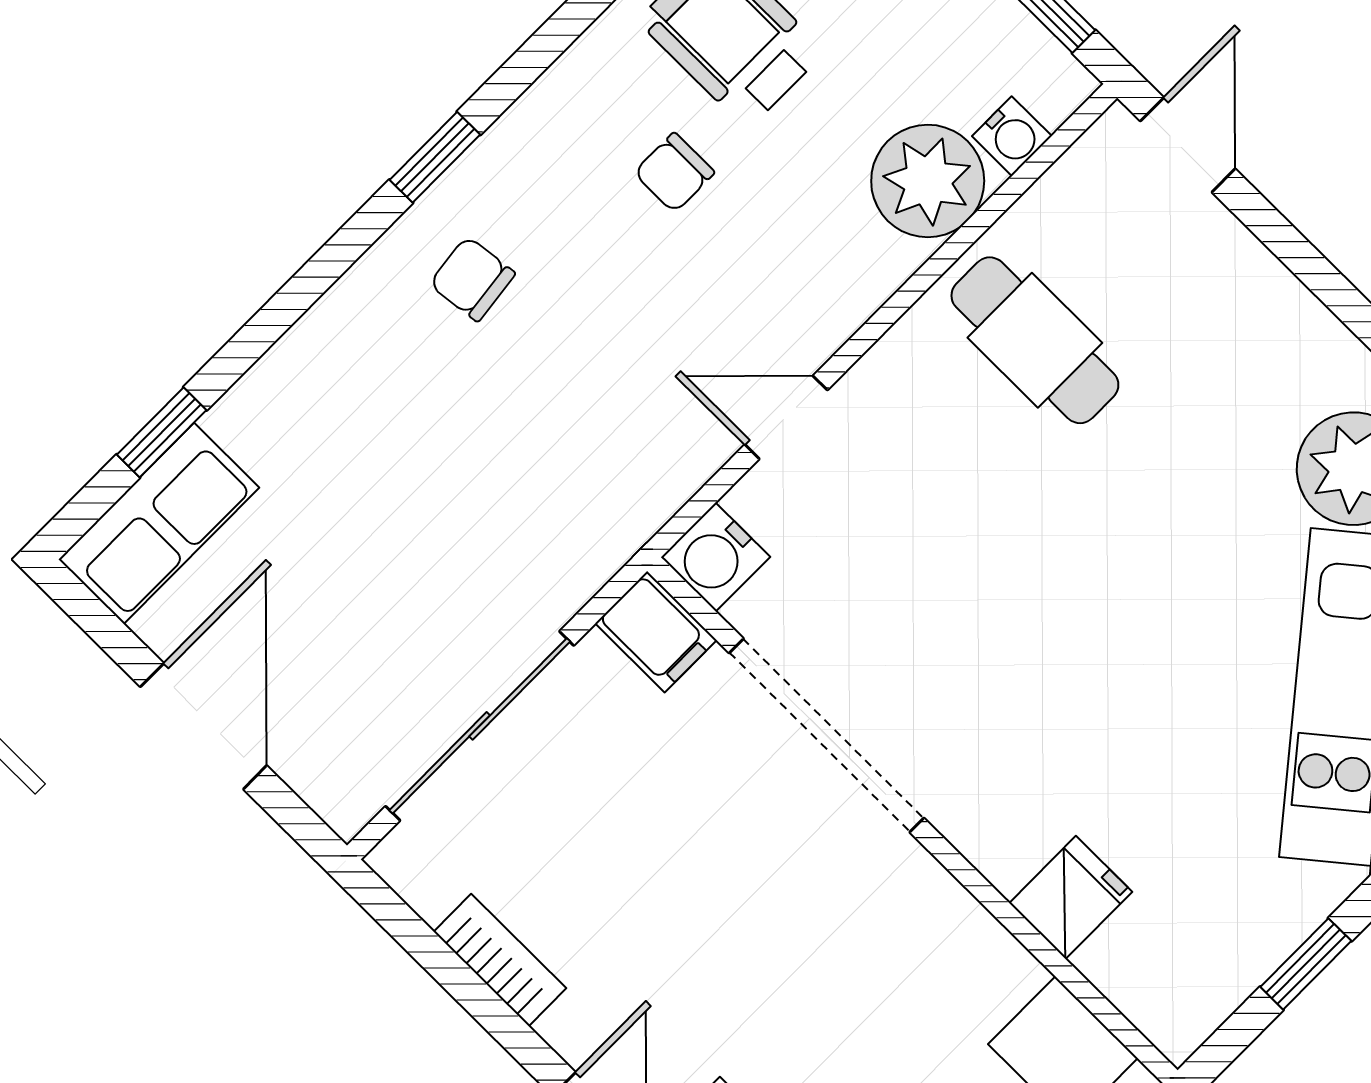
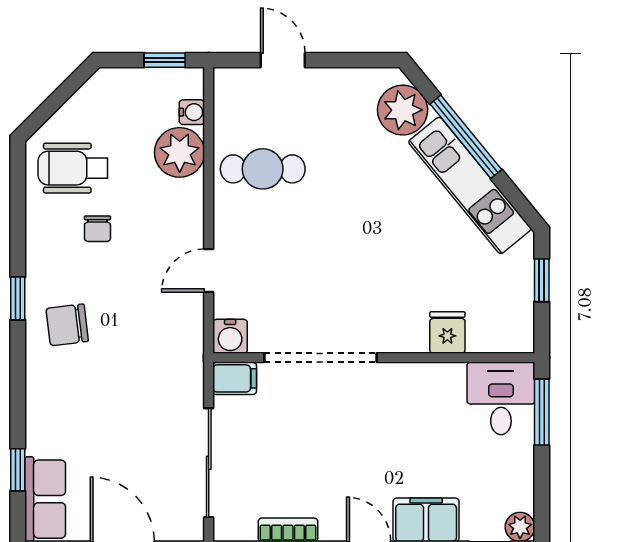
door: (1188, 145) -> (283, 60), moved
chair: (472, 279) -> (67, 325), width x1.37, depth x1.37

